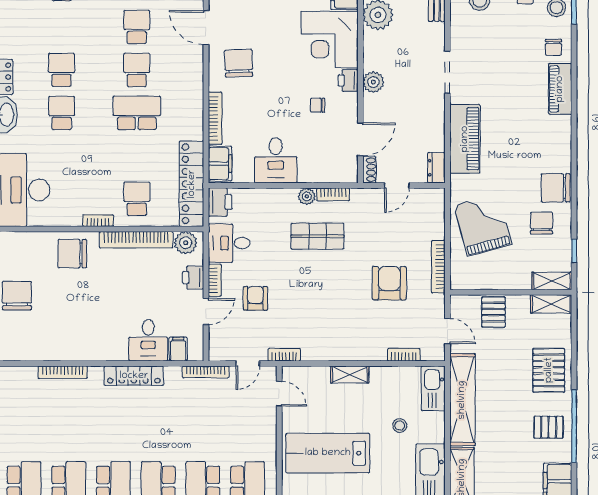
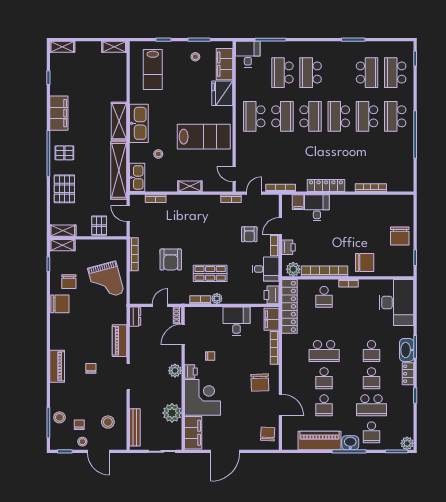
school desk: (62, 27) -> (371, 405), added
chair: (554, 47) -> (91, 368), moved
piano: (465, 139) -> (120, 341), width x0.73, depth x0.75
armchair: (389, 283) -> (171, 260), moved

